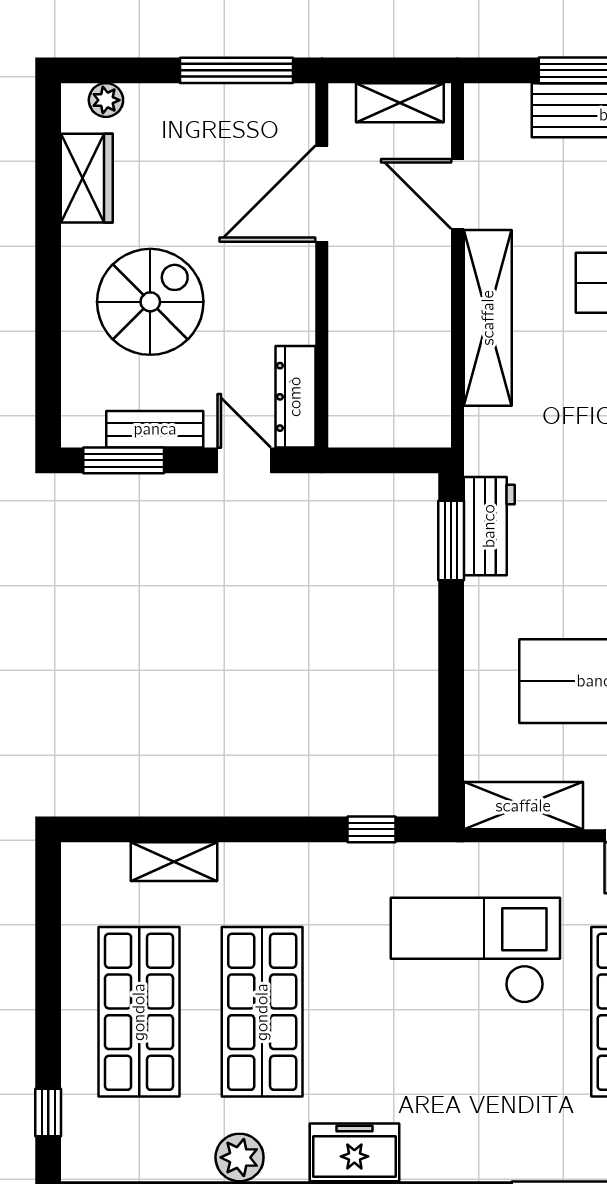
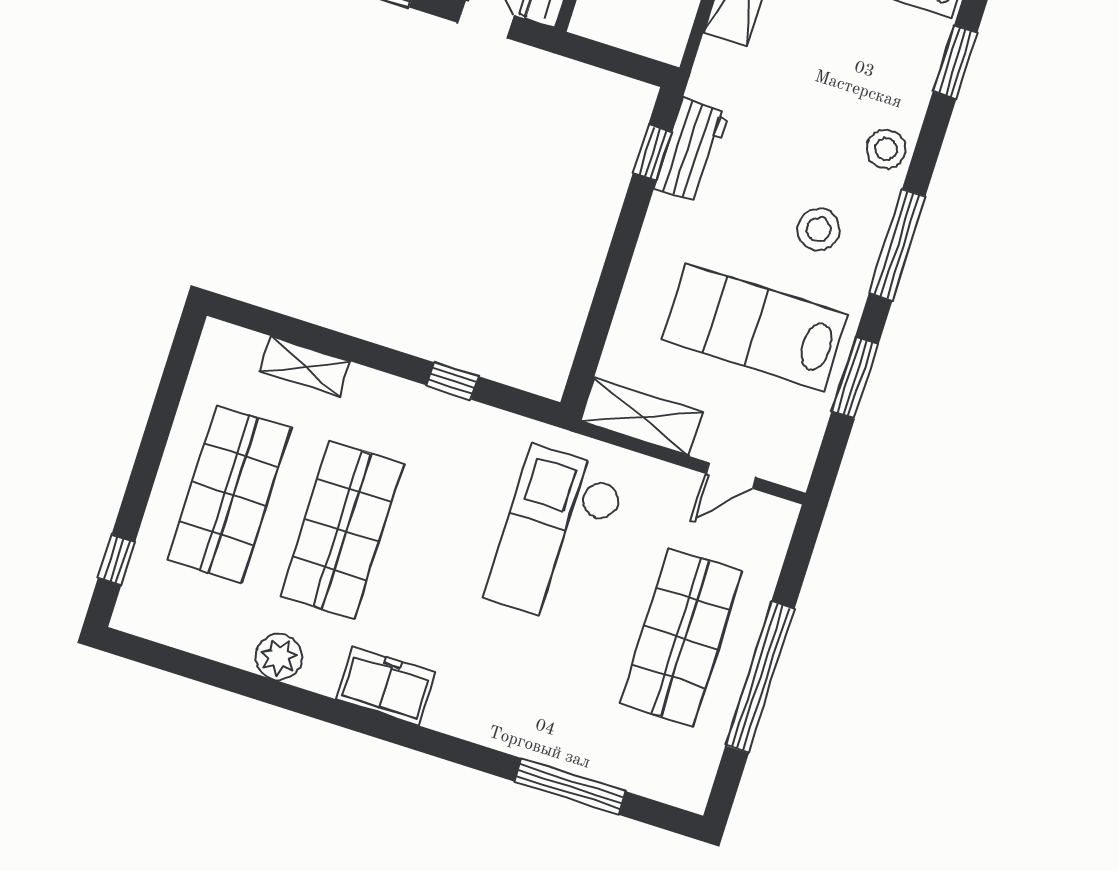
window: (451, 540) -> (652, 153), width x0.67
window: (371, 829) -> (452, 381), moved
checkout: (475, 950) -> (555, 536), turned -90

